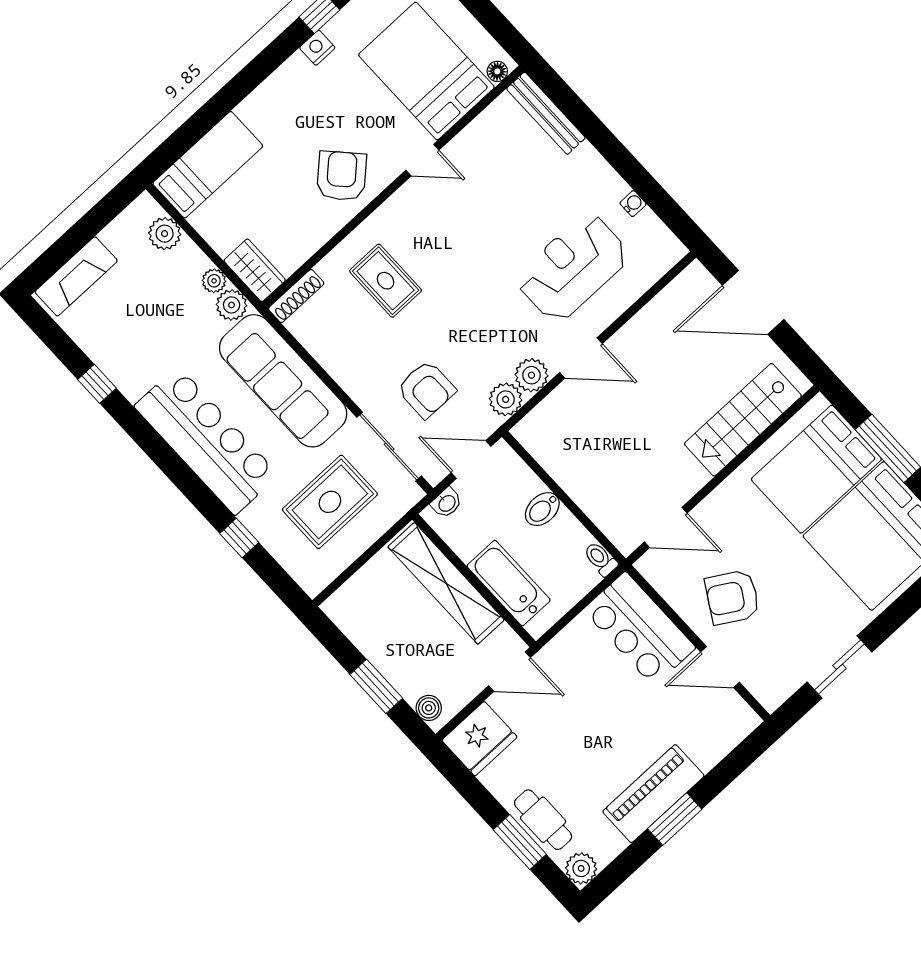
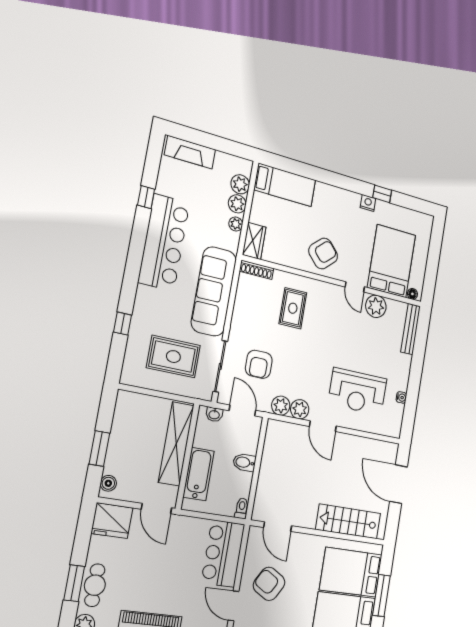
plant: (473, 146) -> (376, 306), added
reception desk: (573, 268) -> (358, 391), turned 180
plant: (232, 305) -> (237, 204), moved
bar counter: (206, 441) -> (164, 242), moved

